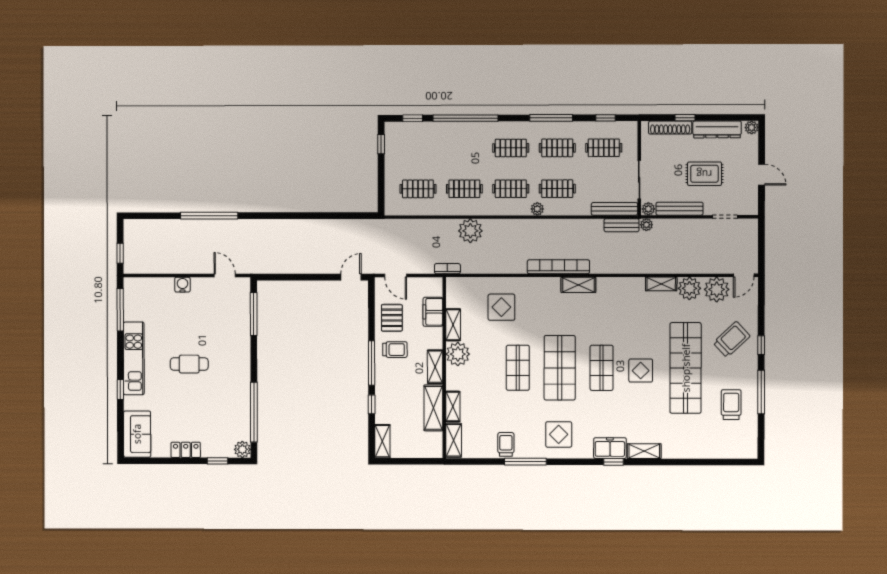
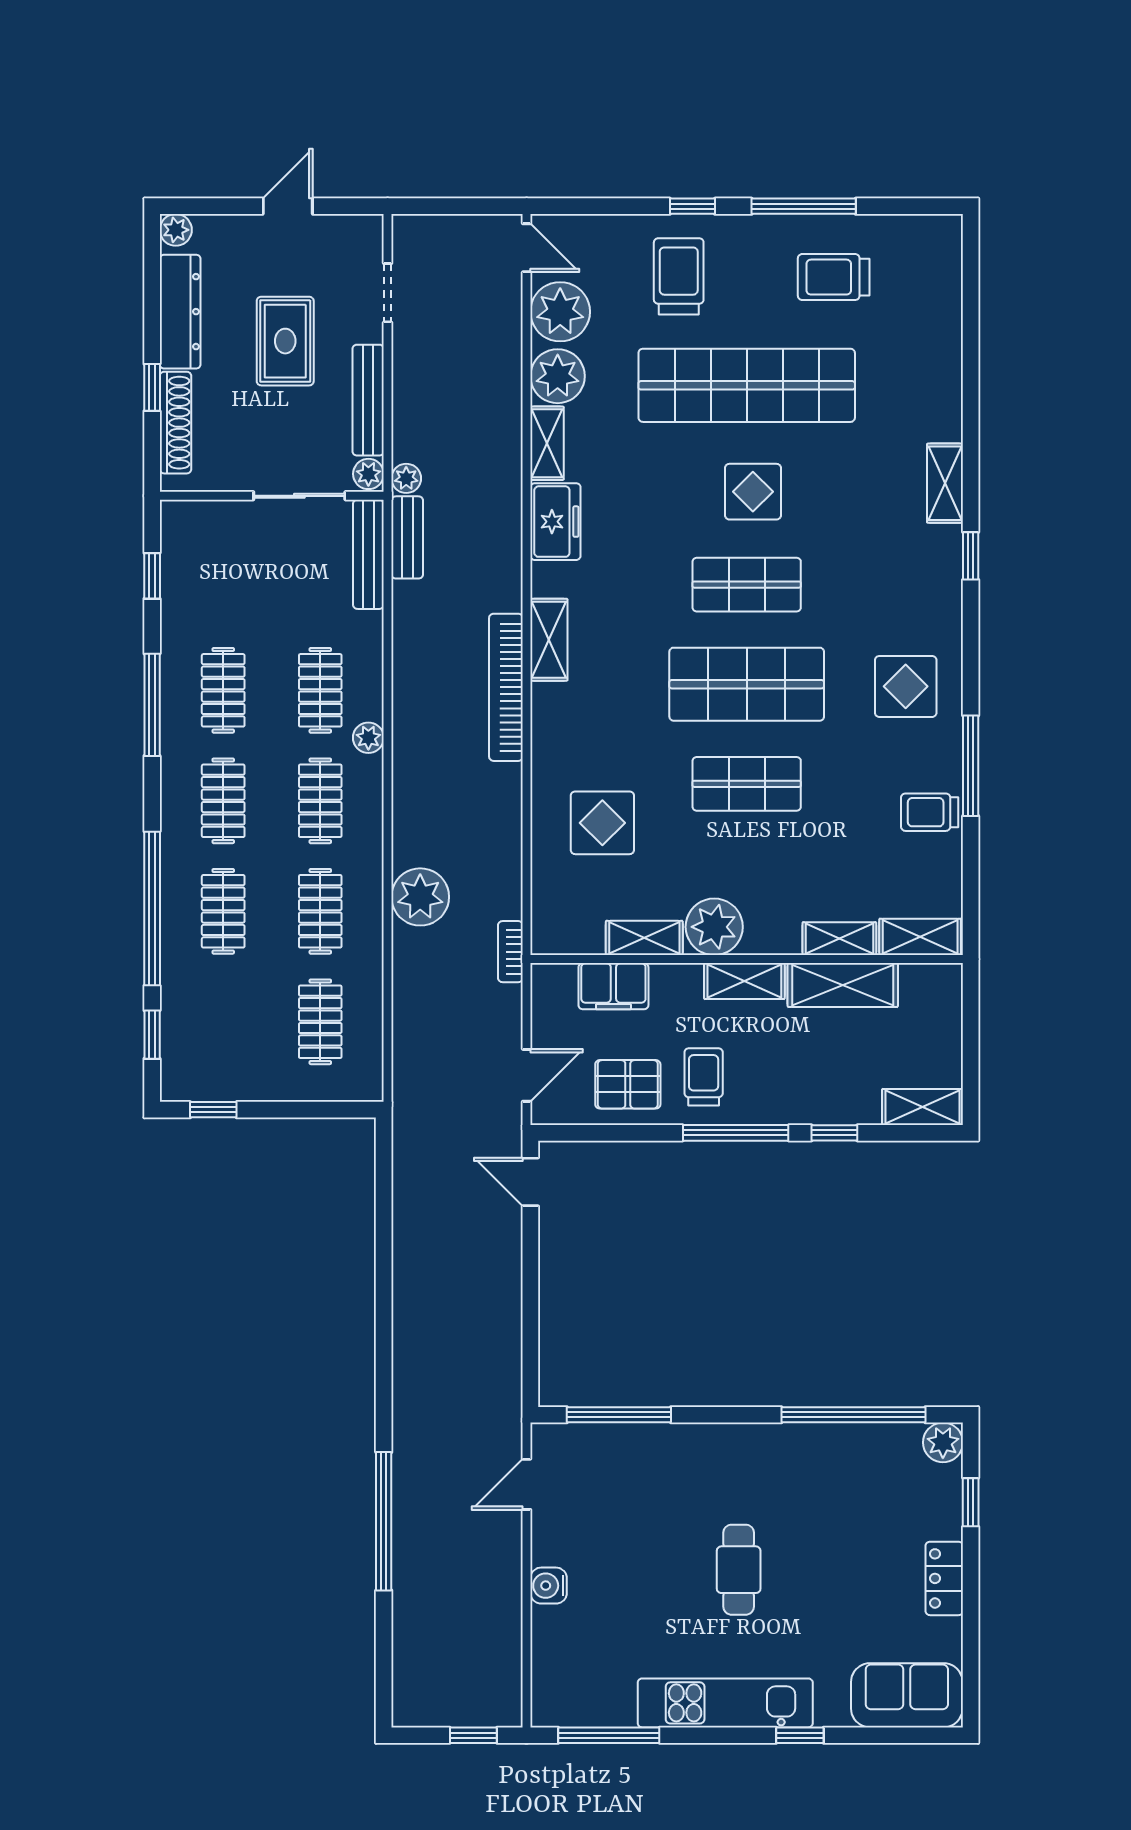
clothes rail: (604, 148) -> (223, 911), moved
trolley: (732, 339) -> (679, 276), turned 43
freezer: (610, 448) -> (555, 522), moved, turned 180

